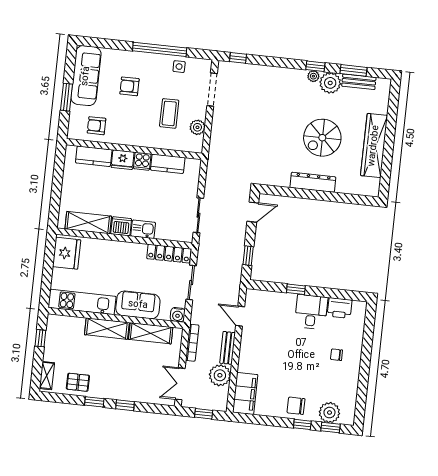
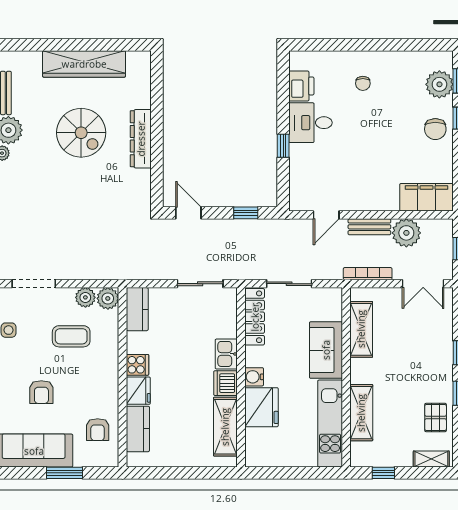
plant: (195, 144) -> (108, 298), added
kitchen counter: (168, 164) -> (137, 309), moved
fridge: (67, 253) -> (262, 407), moved, turned 90
water cooler: (178, 315) -> (254, 377), moved, turned 180
shelving: (107, 329) -> (361, 413), moved

